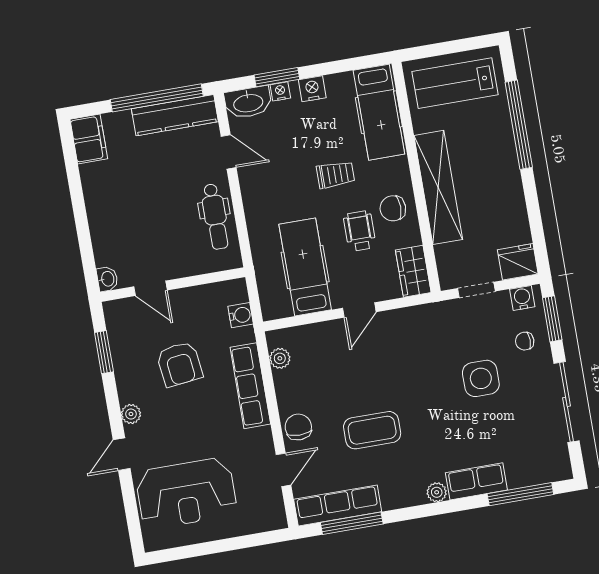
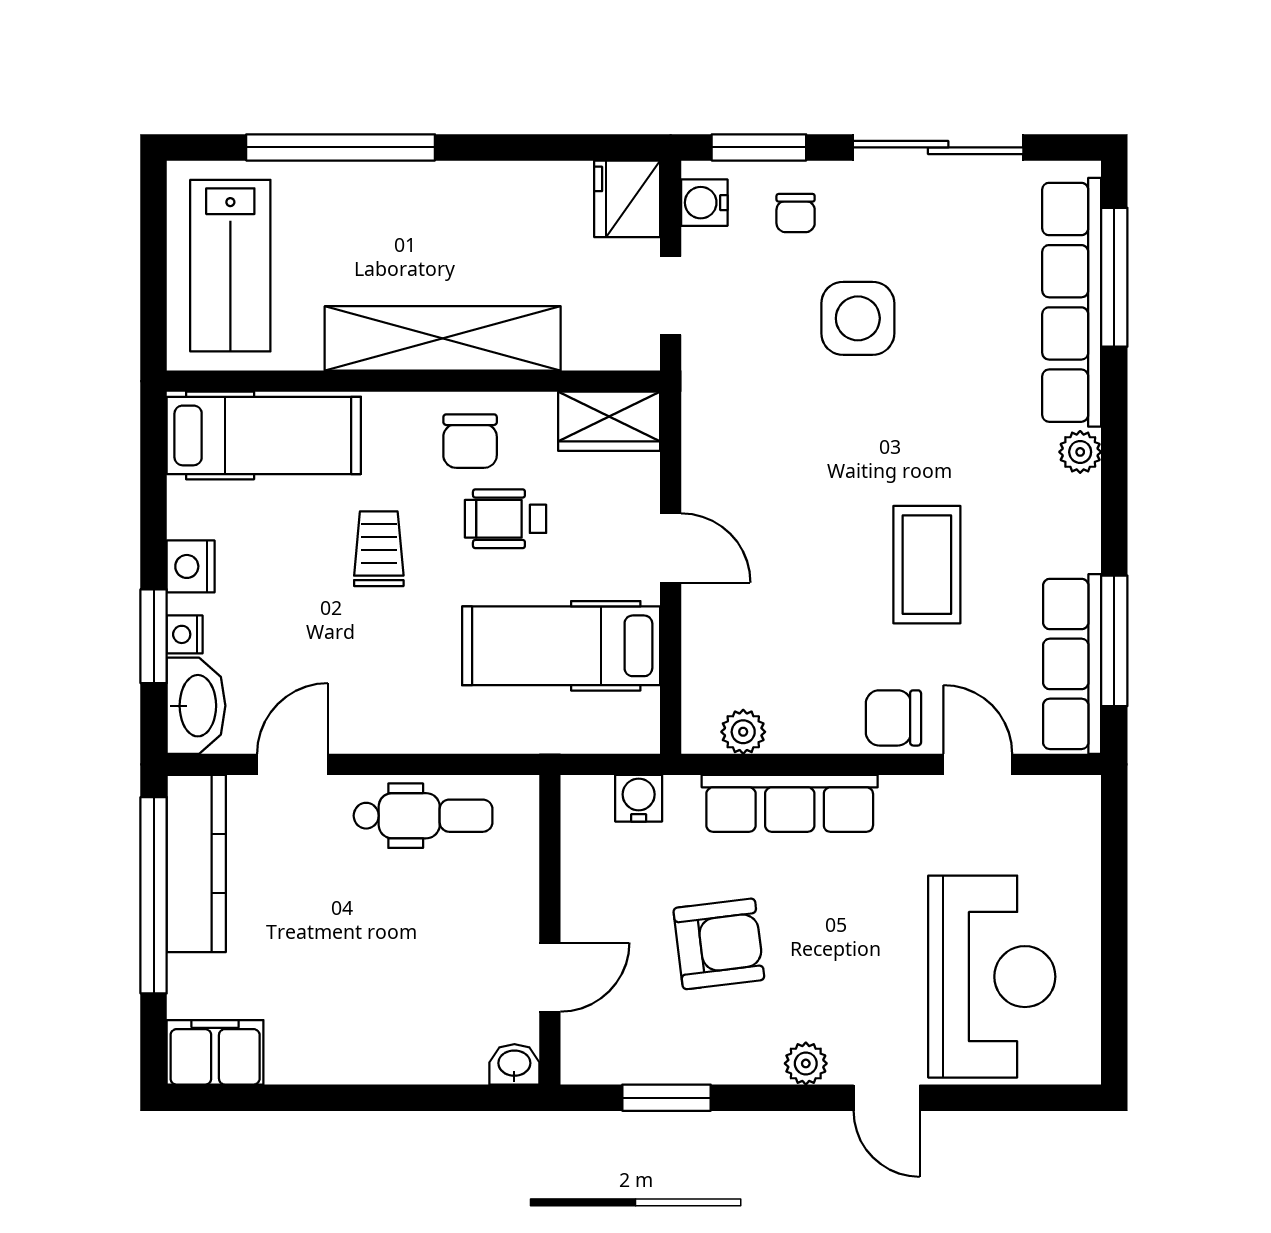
row of seats: (476, 481) -> (1072, 302), width x2.02

